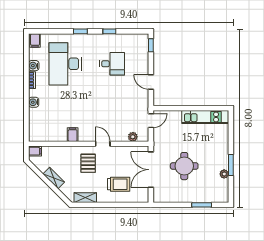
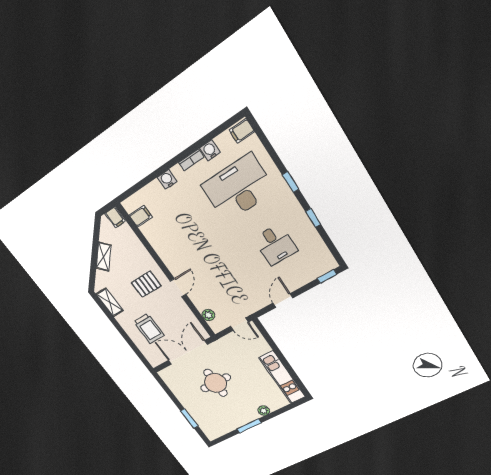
filing cabinet: (73, 135) -> (141, 216), moved
plant: (224, 174) -> (264, 411), moved

